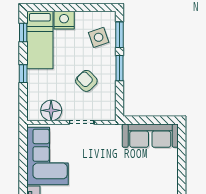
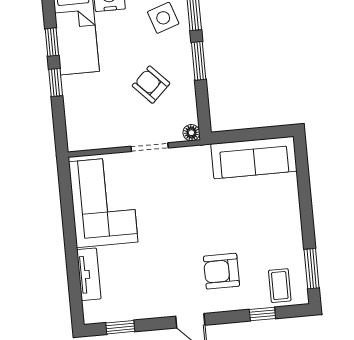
window: (23, 32) -> (52, 42), moved
floor lamp: (51, 110) -> (191, 133), moved, width x0.53, depth x0.53

